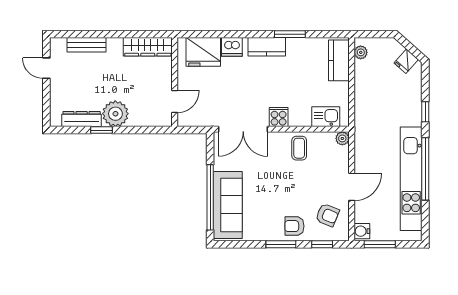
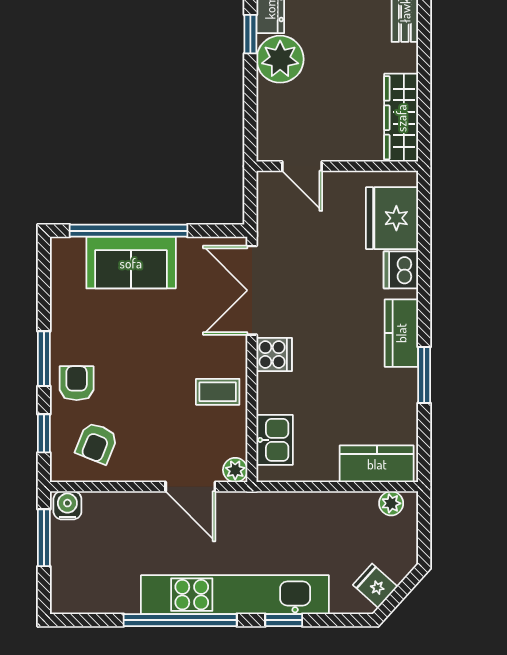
kitchen unit: (411, 179) -> (235, 595), moved
door: (352, 187) -> (190, 487), moved
sofa: (228, 205) -> (131, 263), width x0.73

